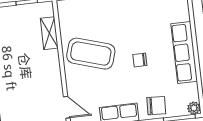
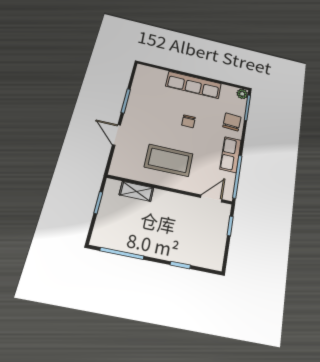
coffee table: (91, 54) -> (169, 160), turned 73

